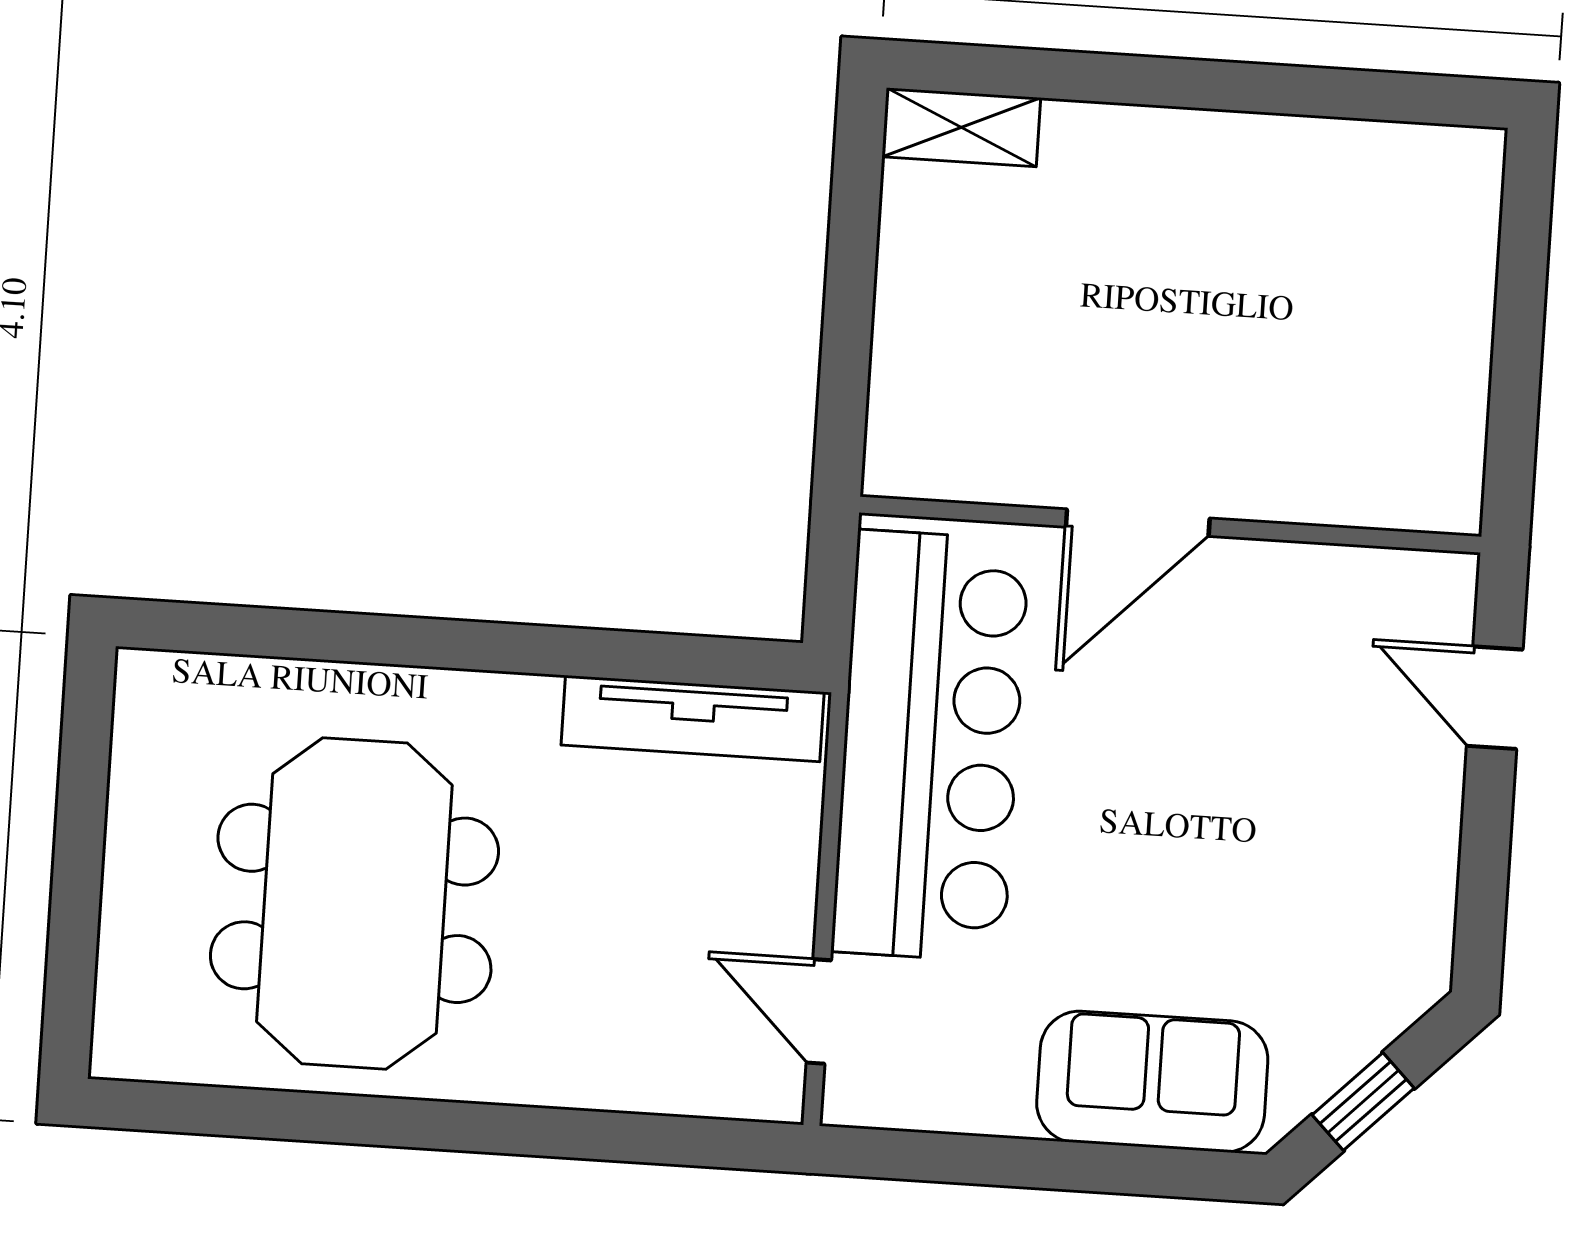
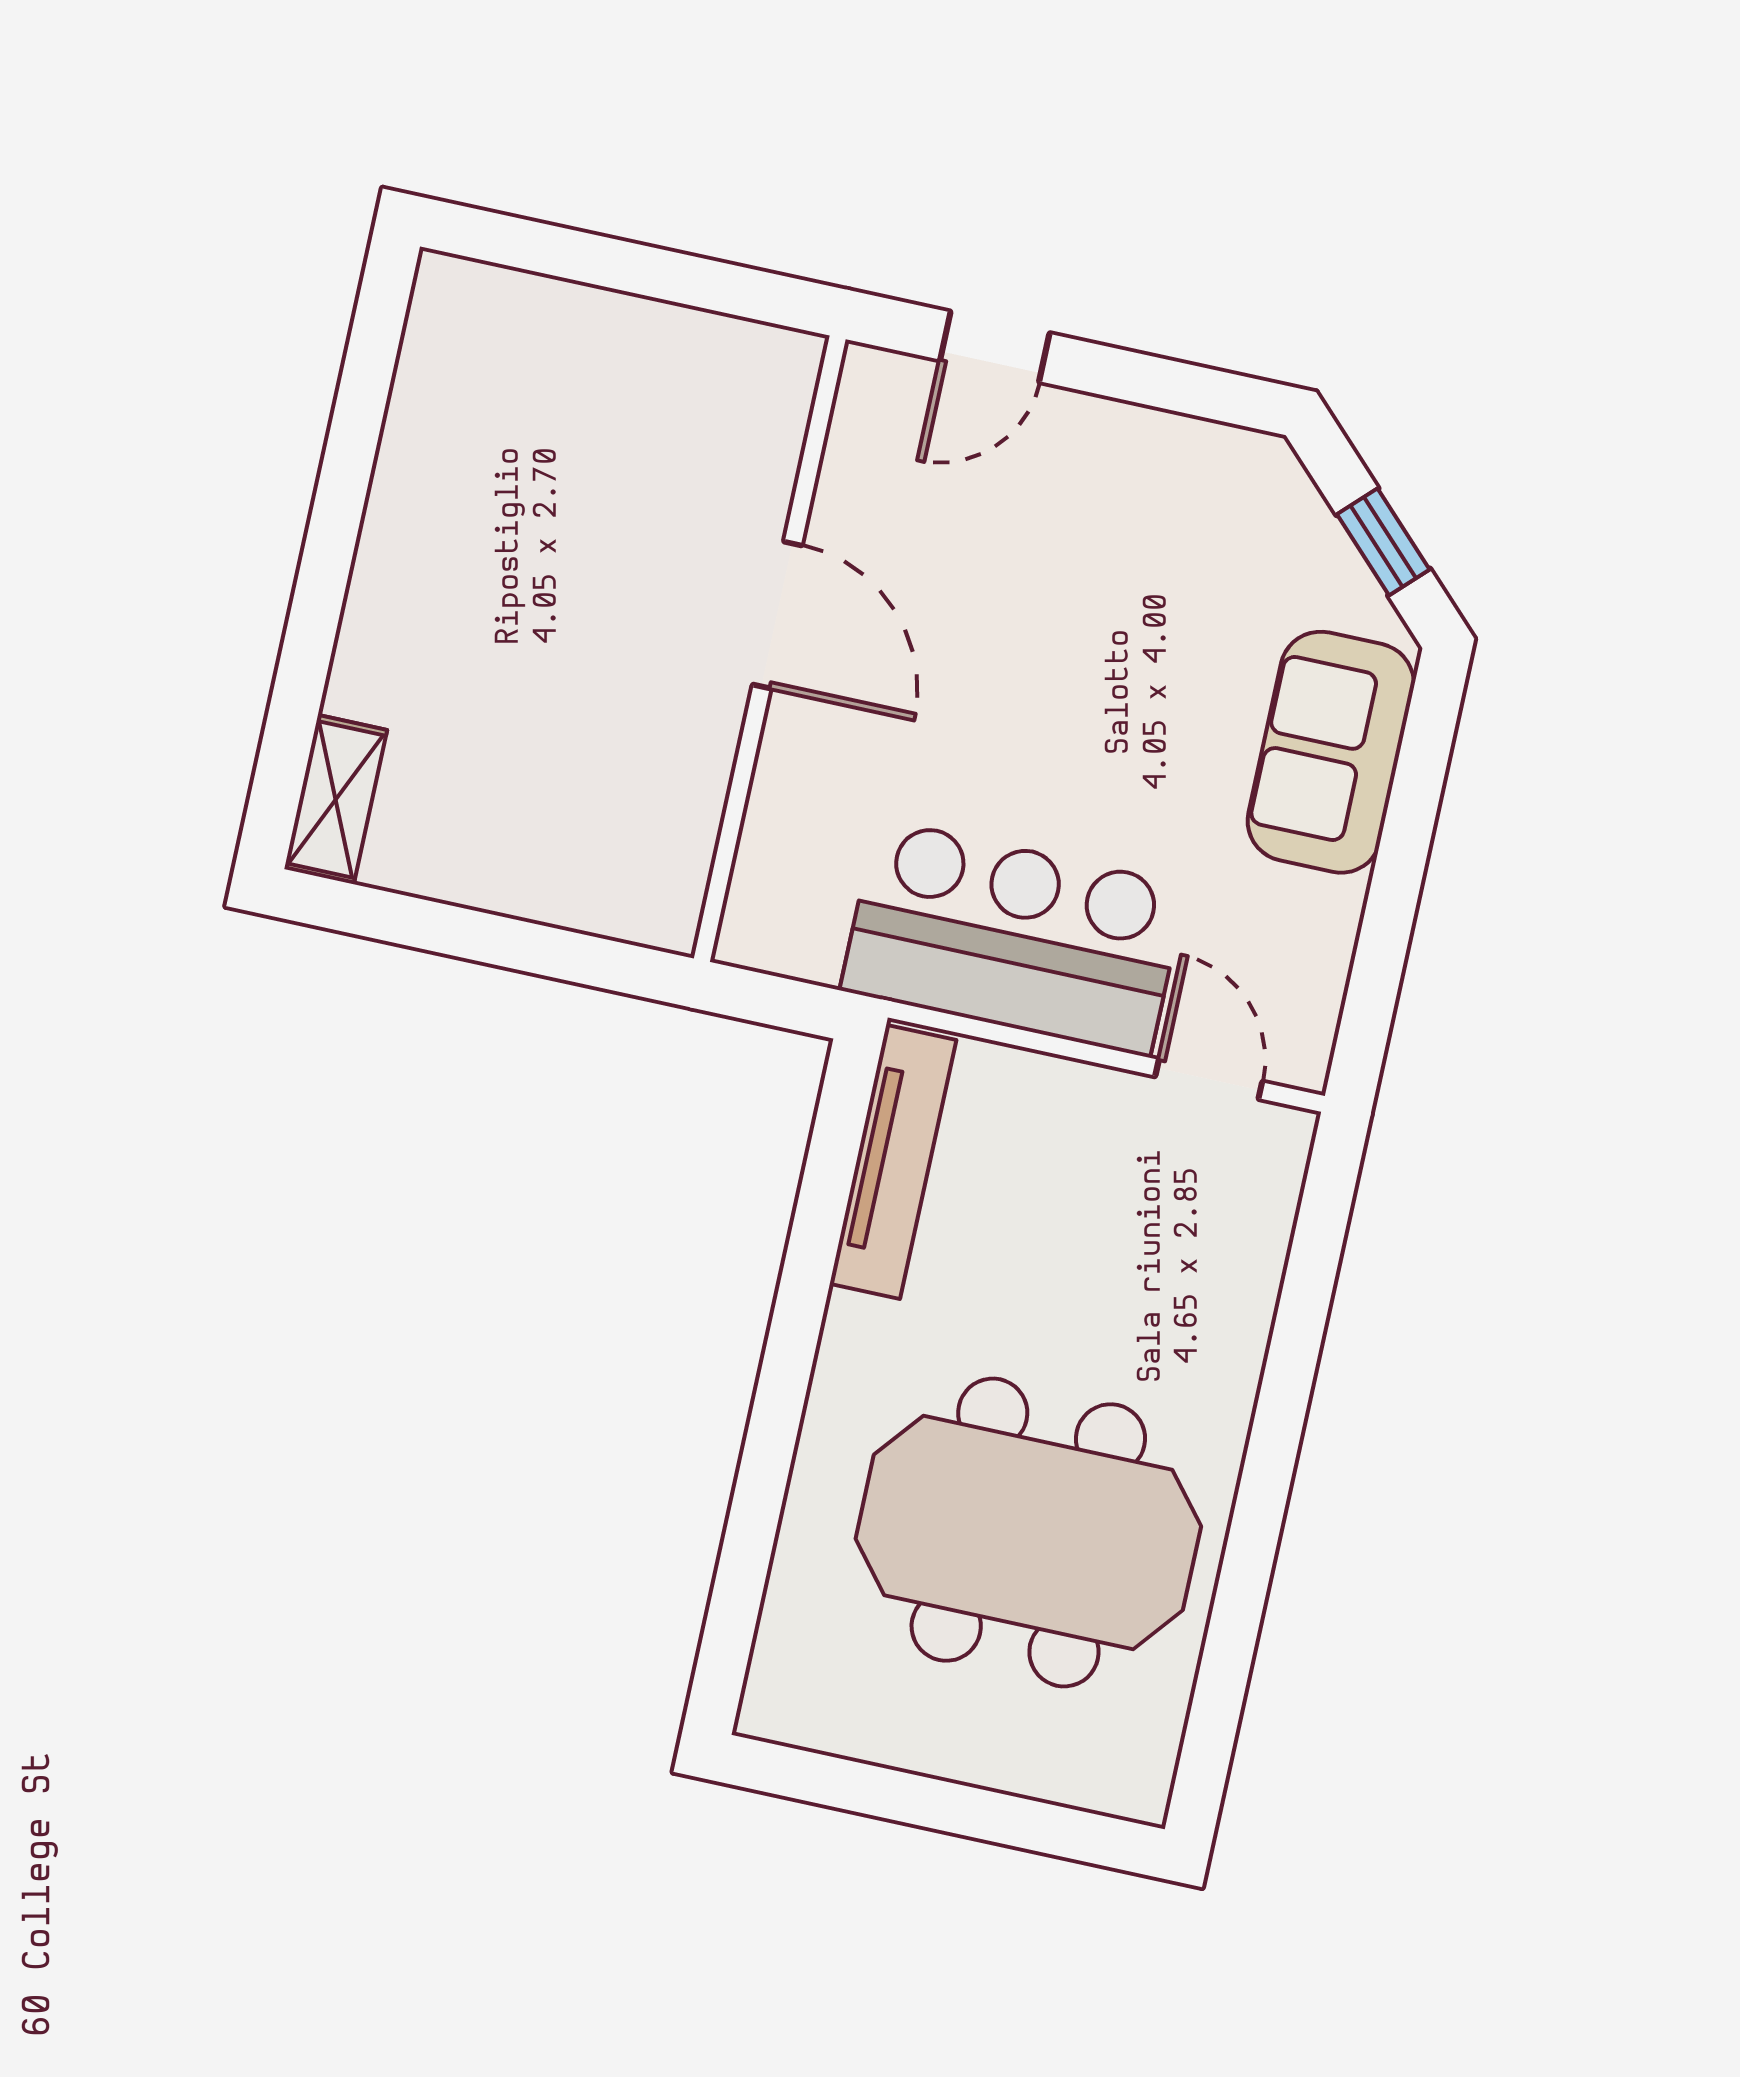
door: (1138, 523) -> (777, 615), moved
bar counter: (930, 746) -> (1013, 938), width x0.73
door: (819, 1011) -> (1209, 1079), swing flipped

